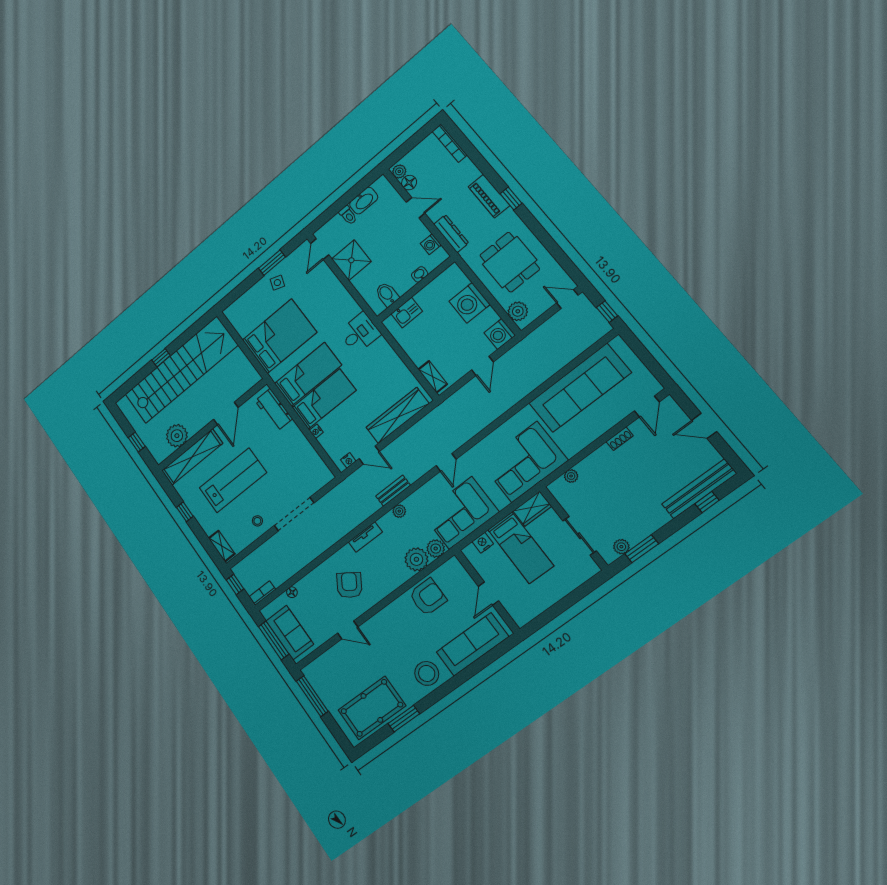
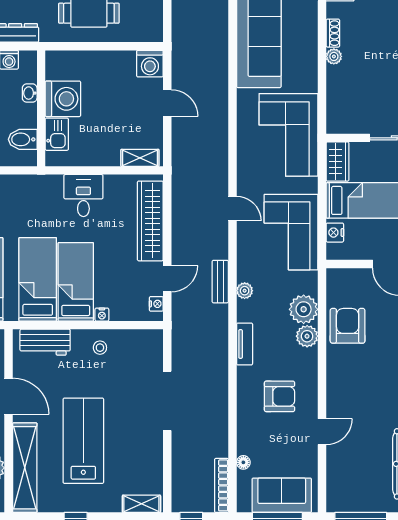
washing machine: (469, 303) -> (63, 99), moved, turned -90
plant: (518, 311) -> (142, 30), removed
desk: (360, 333) -> (83, 196), moved
plant: (571, 476) -> (334, 56), moved
stool: (257, 521) -> (100, 348), moved
plant: (436, 549) -> (307, 336), moved
armchair: (349, 585) -> (279, 396), turned 147
bookcase: (262, 593) -> (221, 485), width x1.56

